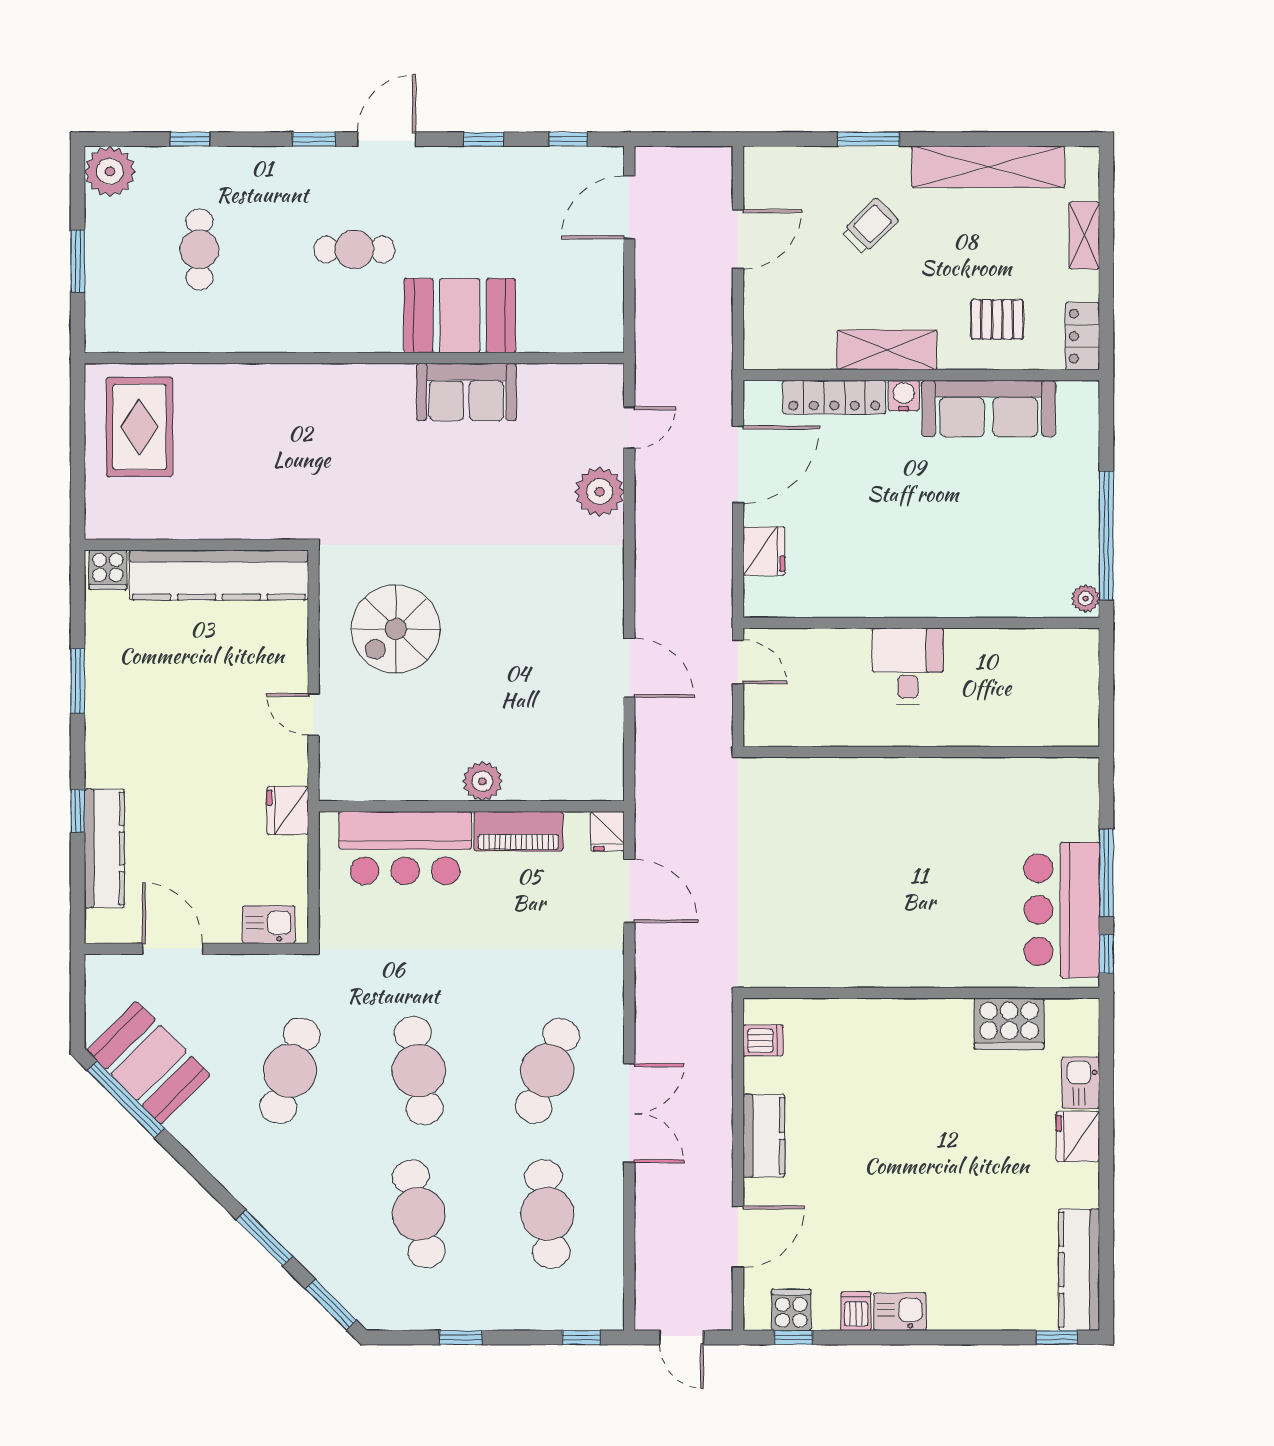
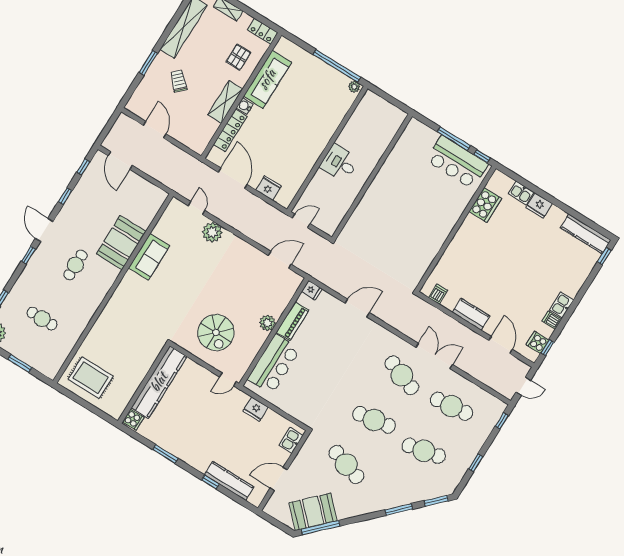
plant: (482, 781) -> (267, 323), moved
wall: (471, 806) -> (274, 332), moved
piano: (518, 831) -> (293, 321), moved
fridge: (607, 831) -> (312, 290), moved
bar counter: (405, 848) -> (274, 364), moved

